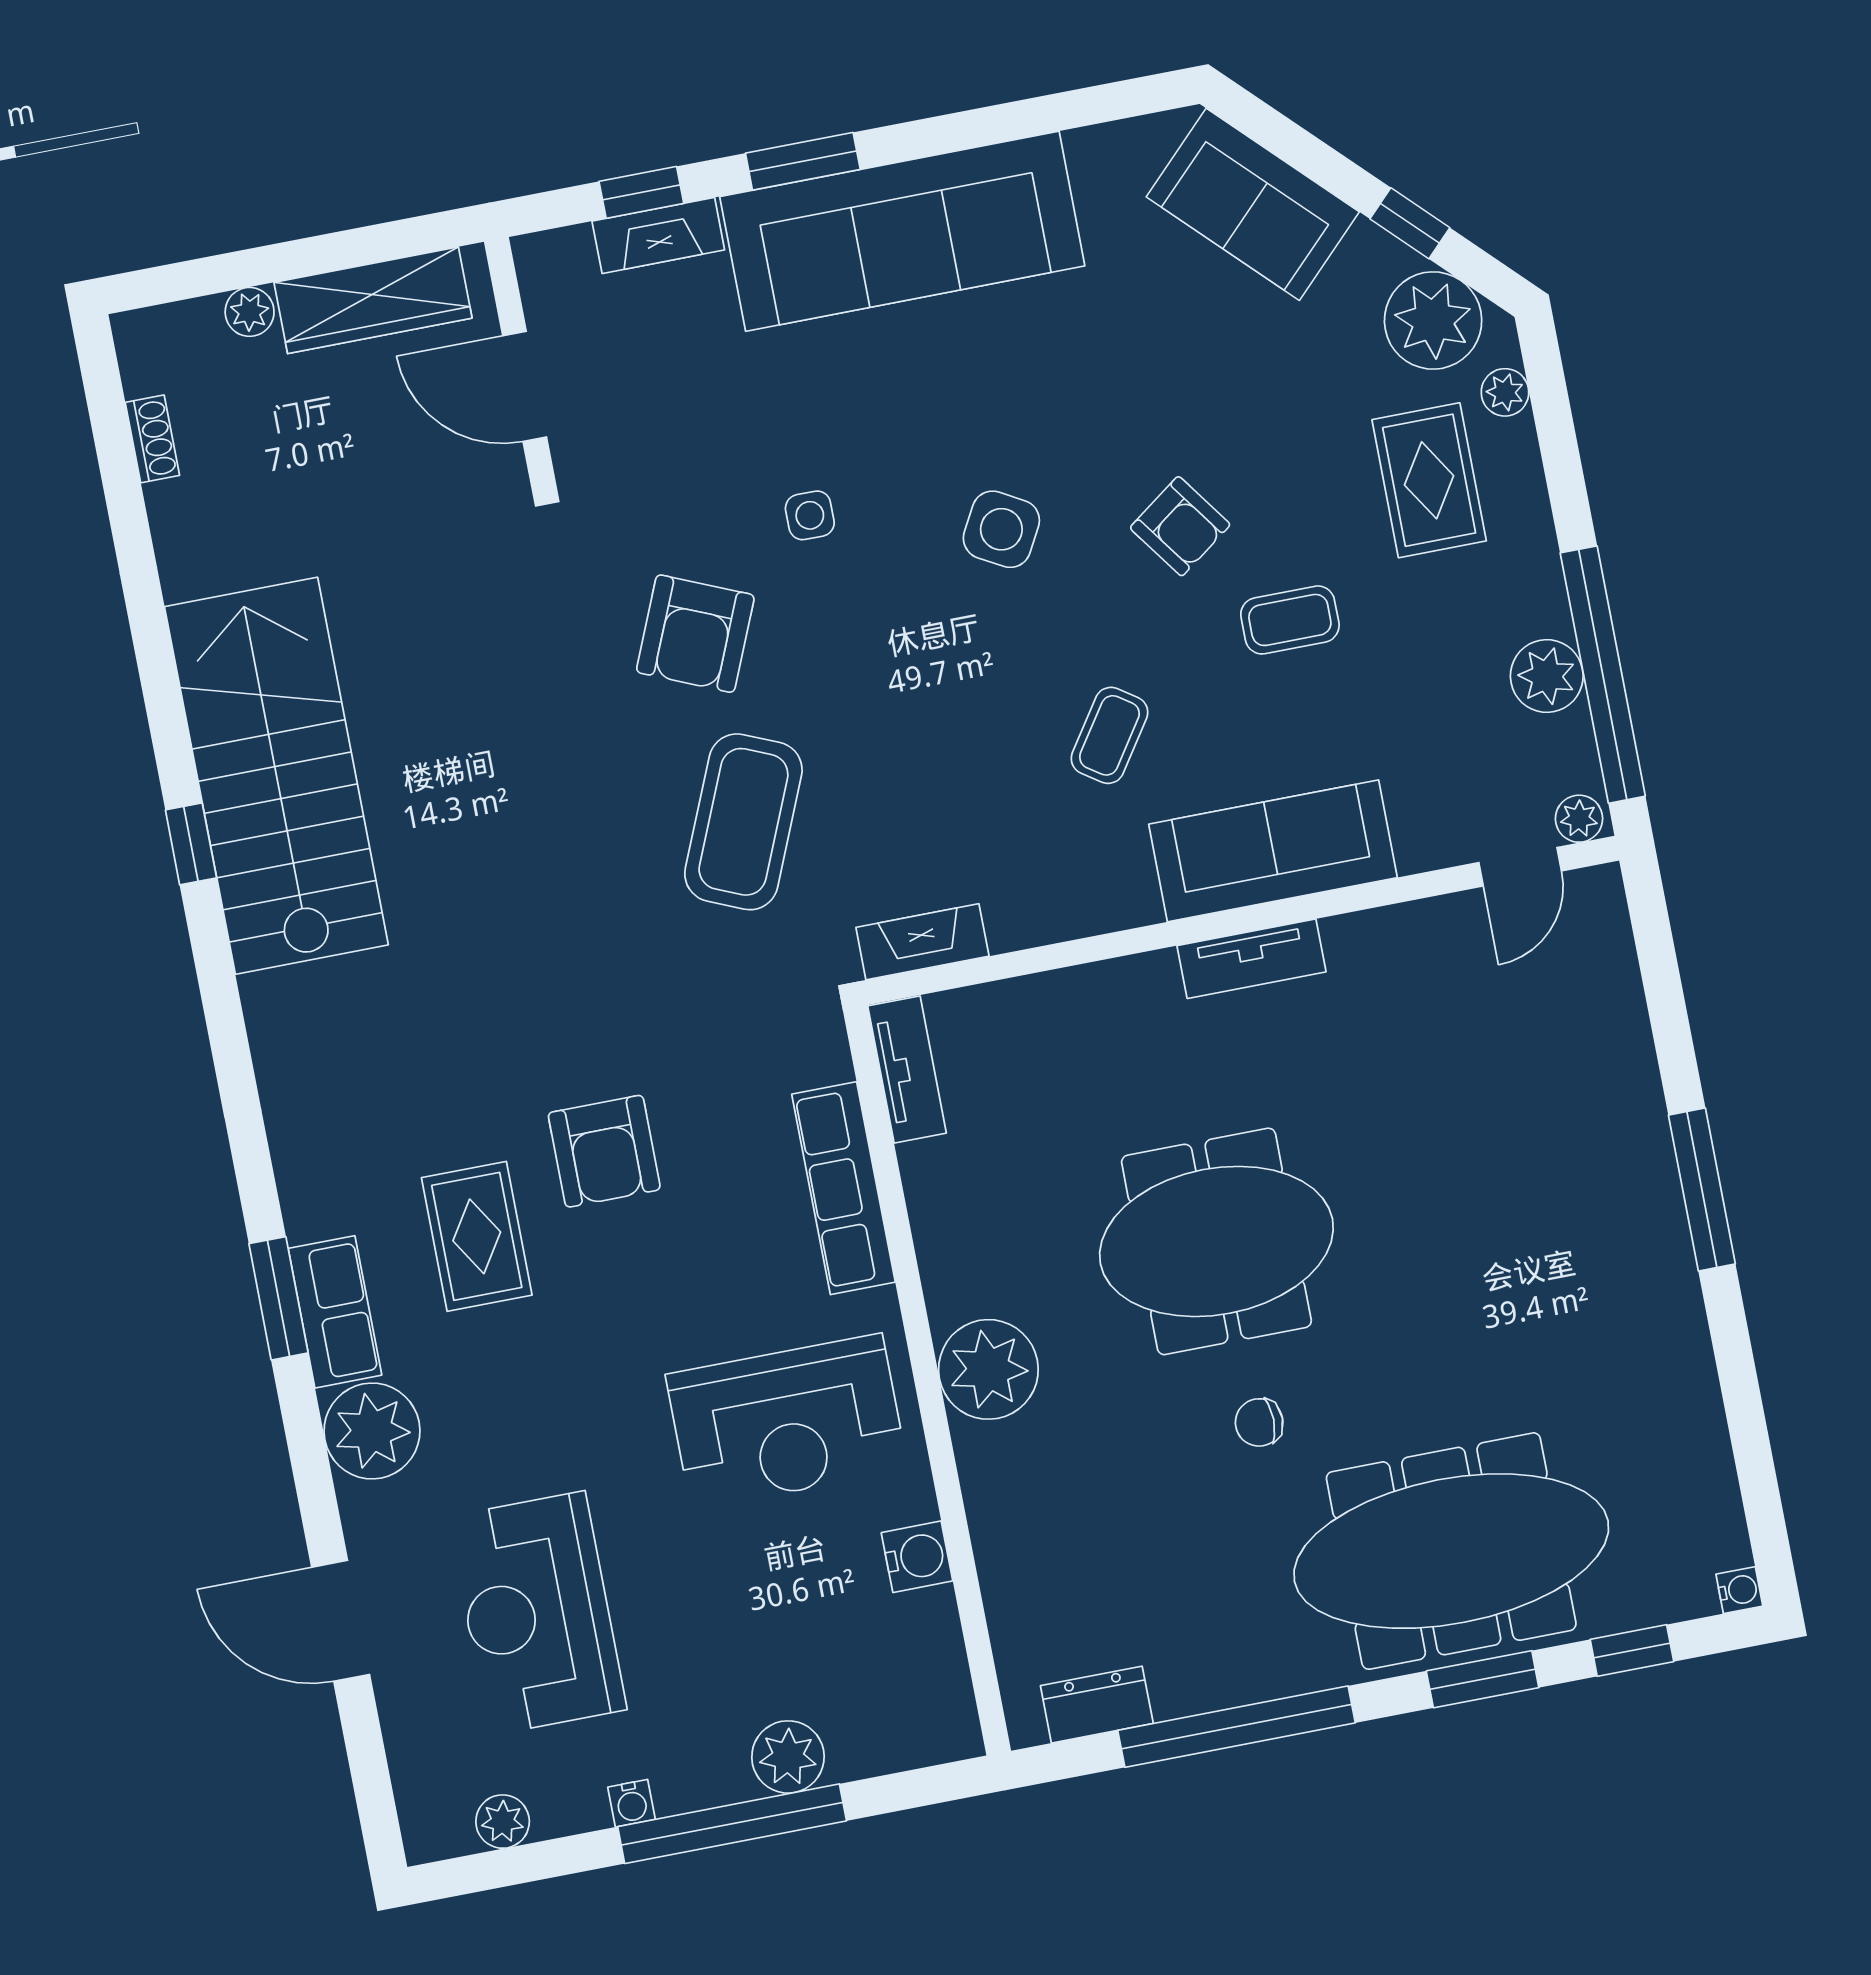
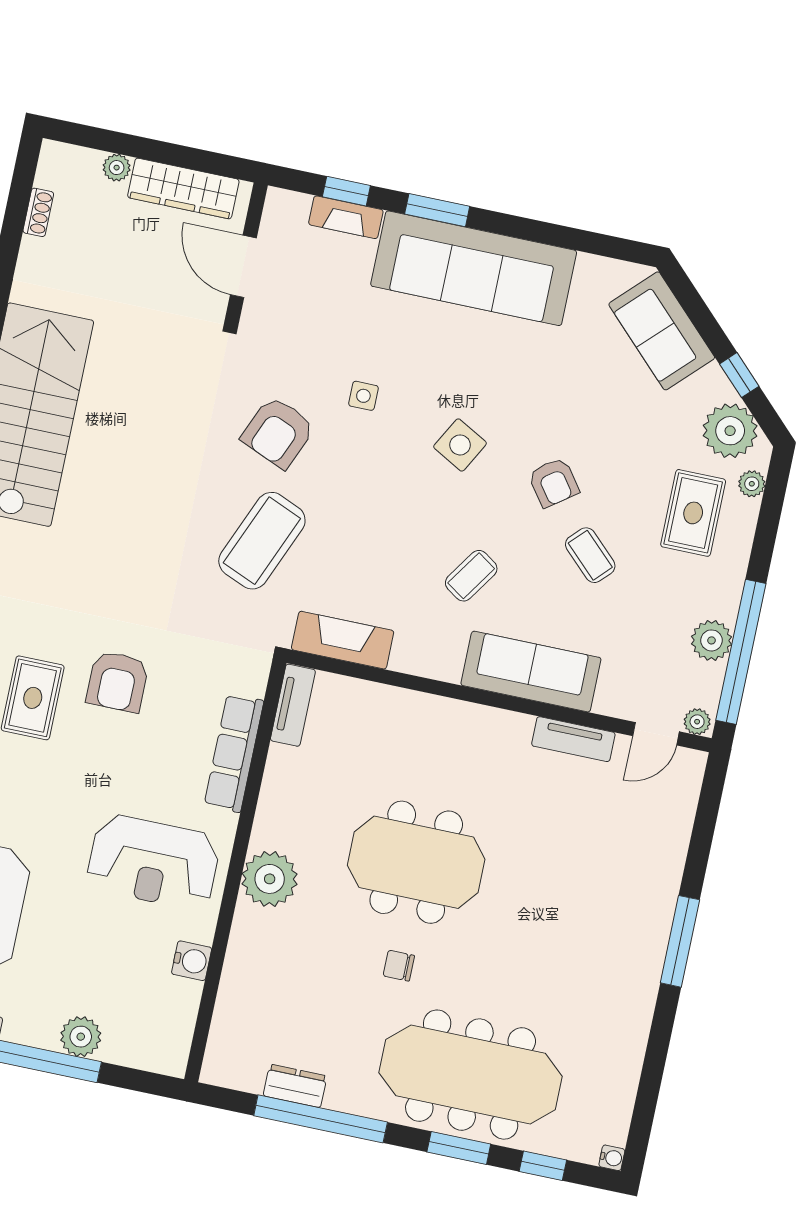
coffee table: (1290, 620) -> (590, 555), turned 44
fireplace: (922, 942) -> (343, 640), width x1.37, depth x1.32
tv unit: (1251, 959) -> (573, 739), moved
dresser: (1097, 1705) -> (295, 1086), moved

